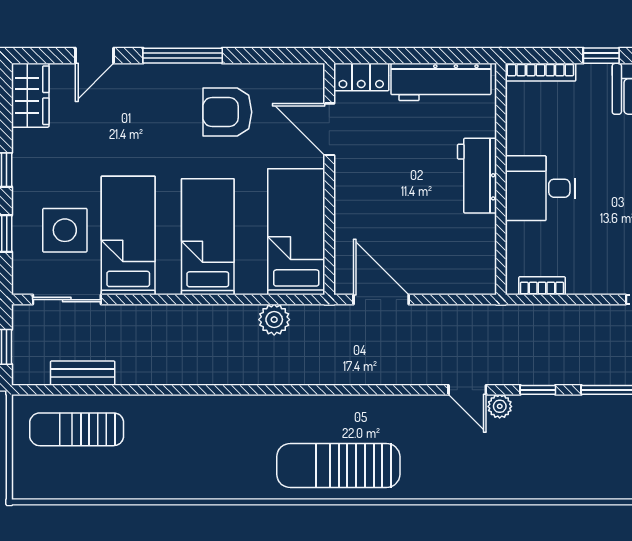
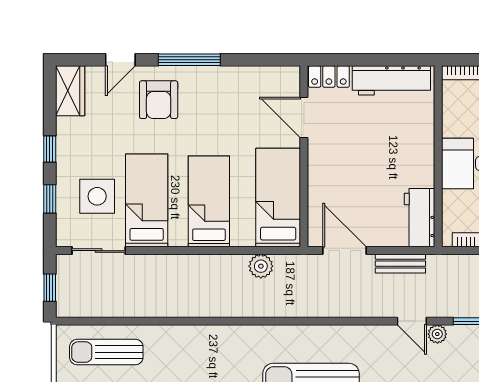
armchair: (227, 112) -> (159, 100), moved, turned -90
workbench: (477, 176) -> (419, 218), moved
bench: (83, 373) -> (400, 264), moved

